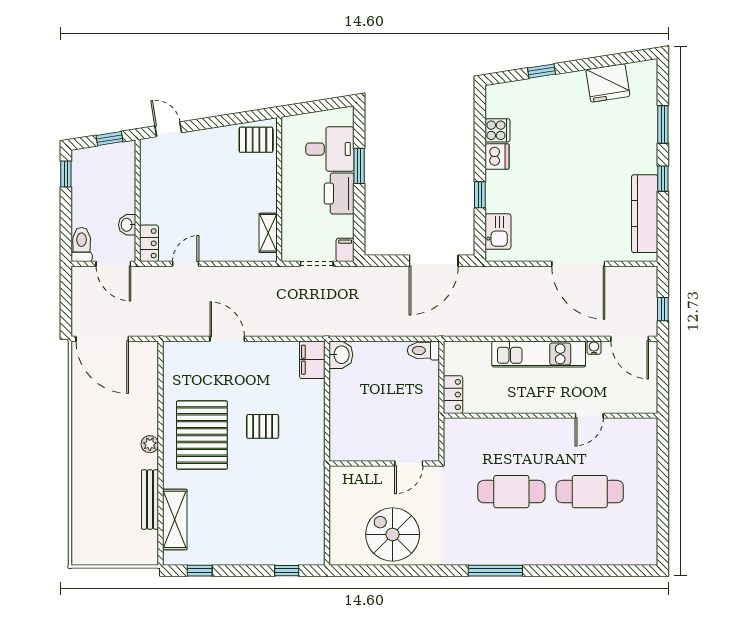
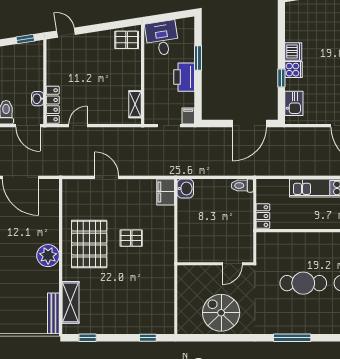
cooker: (497, 130) -> (294, 70), moved
desk: (330, 149) -> (162, 38), moved, turned -99
locker: (149, 243) -> (53, 105), width x1.53
plant: (150, 444) -> (48, 256), width x1.87, depth x1.87
bench: (150, 500) -> (53, 313), moved

